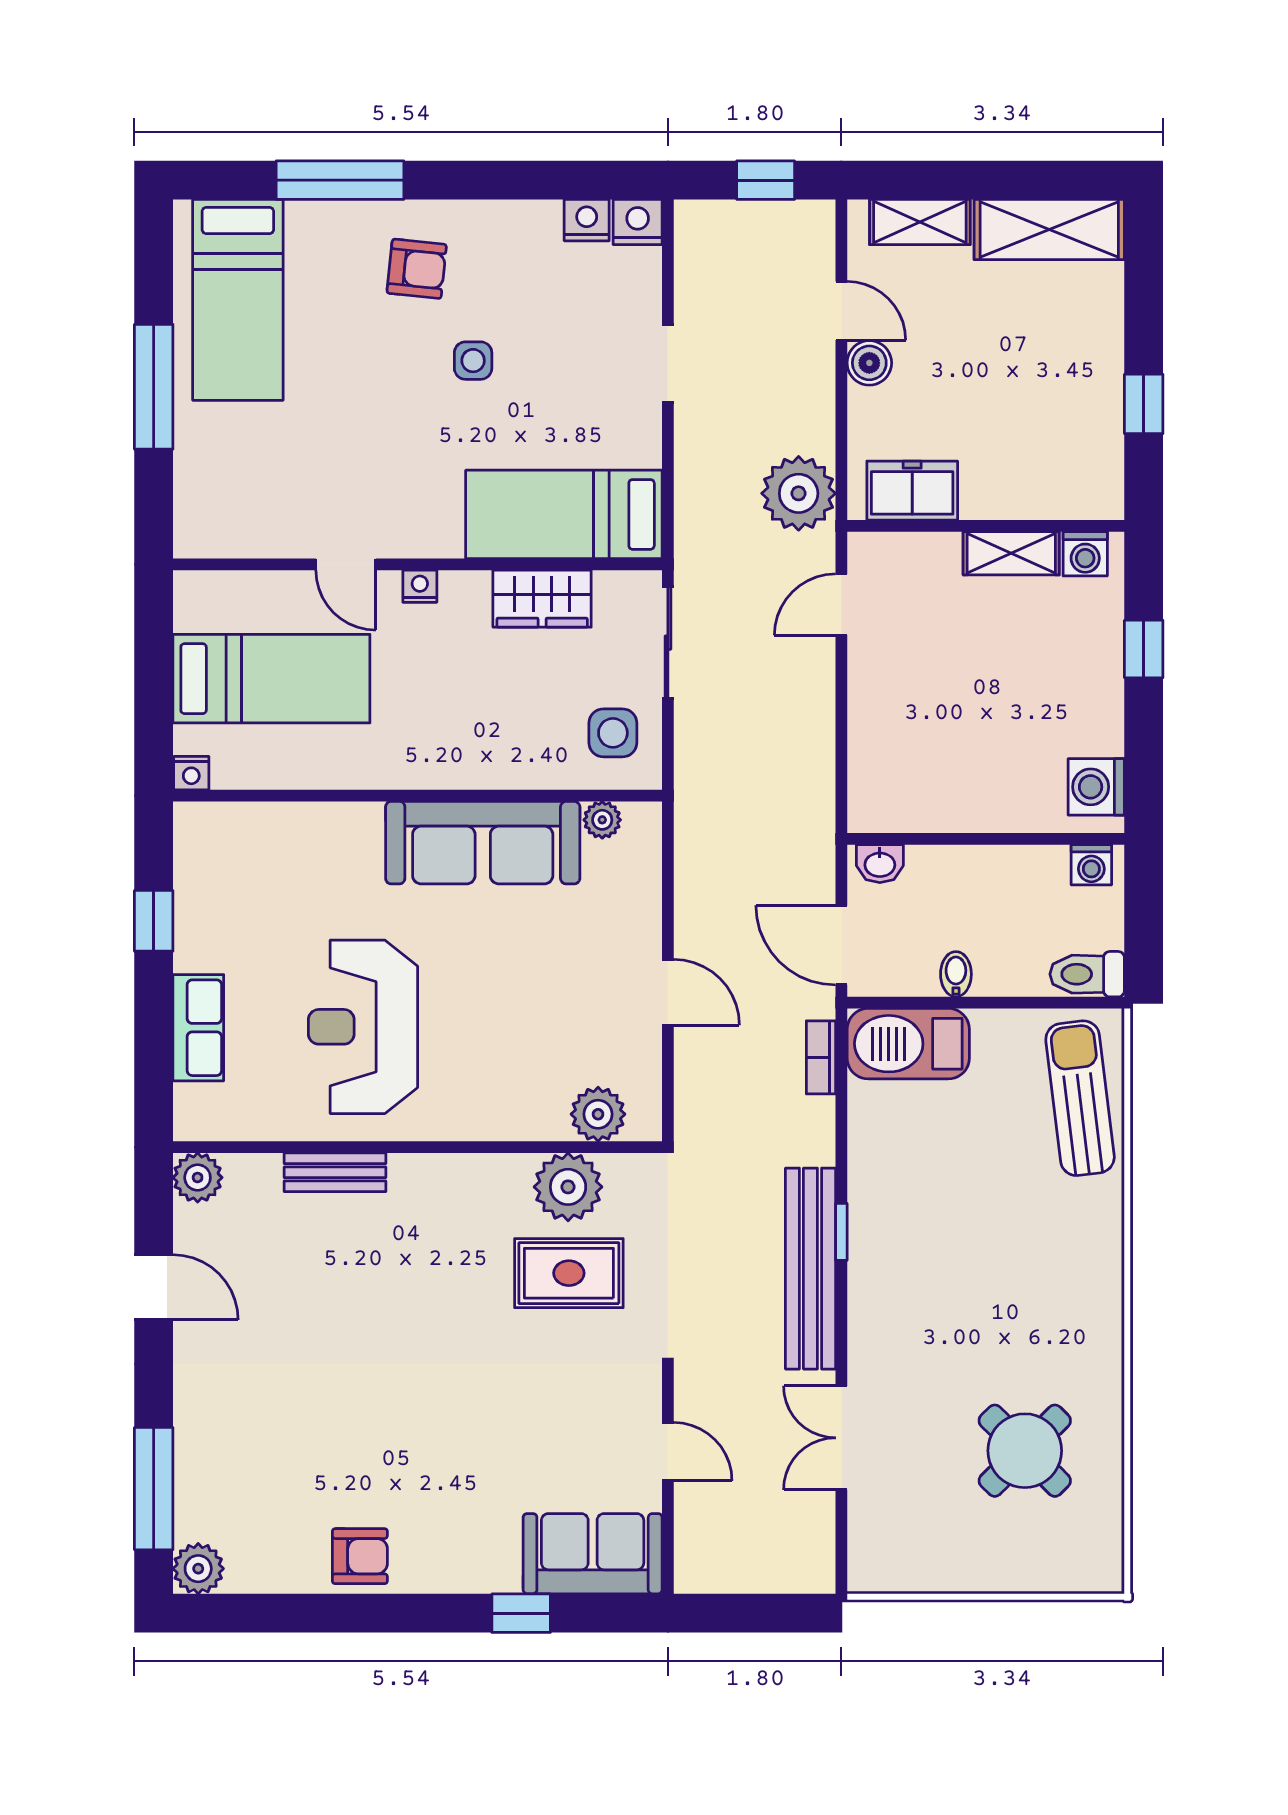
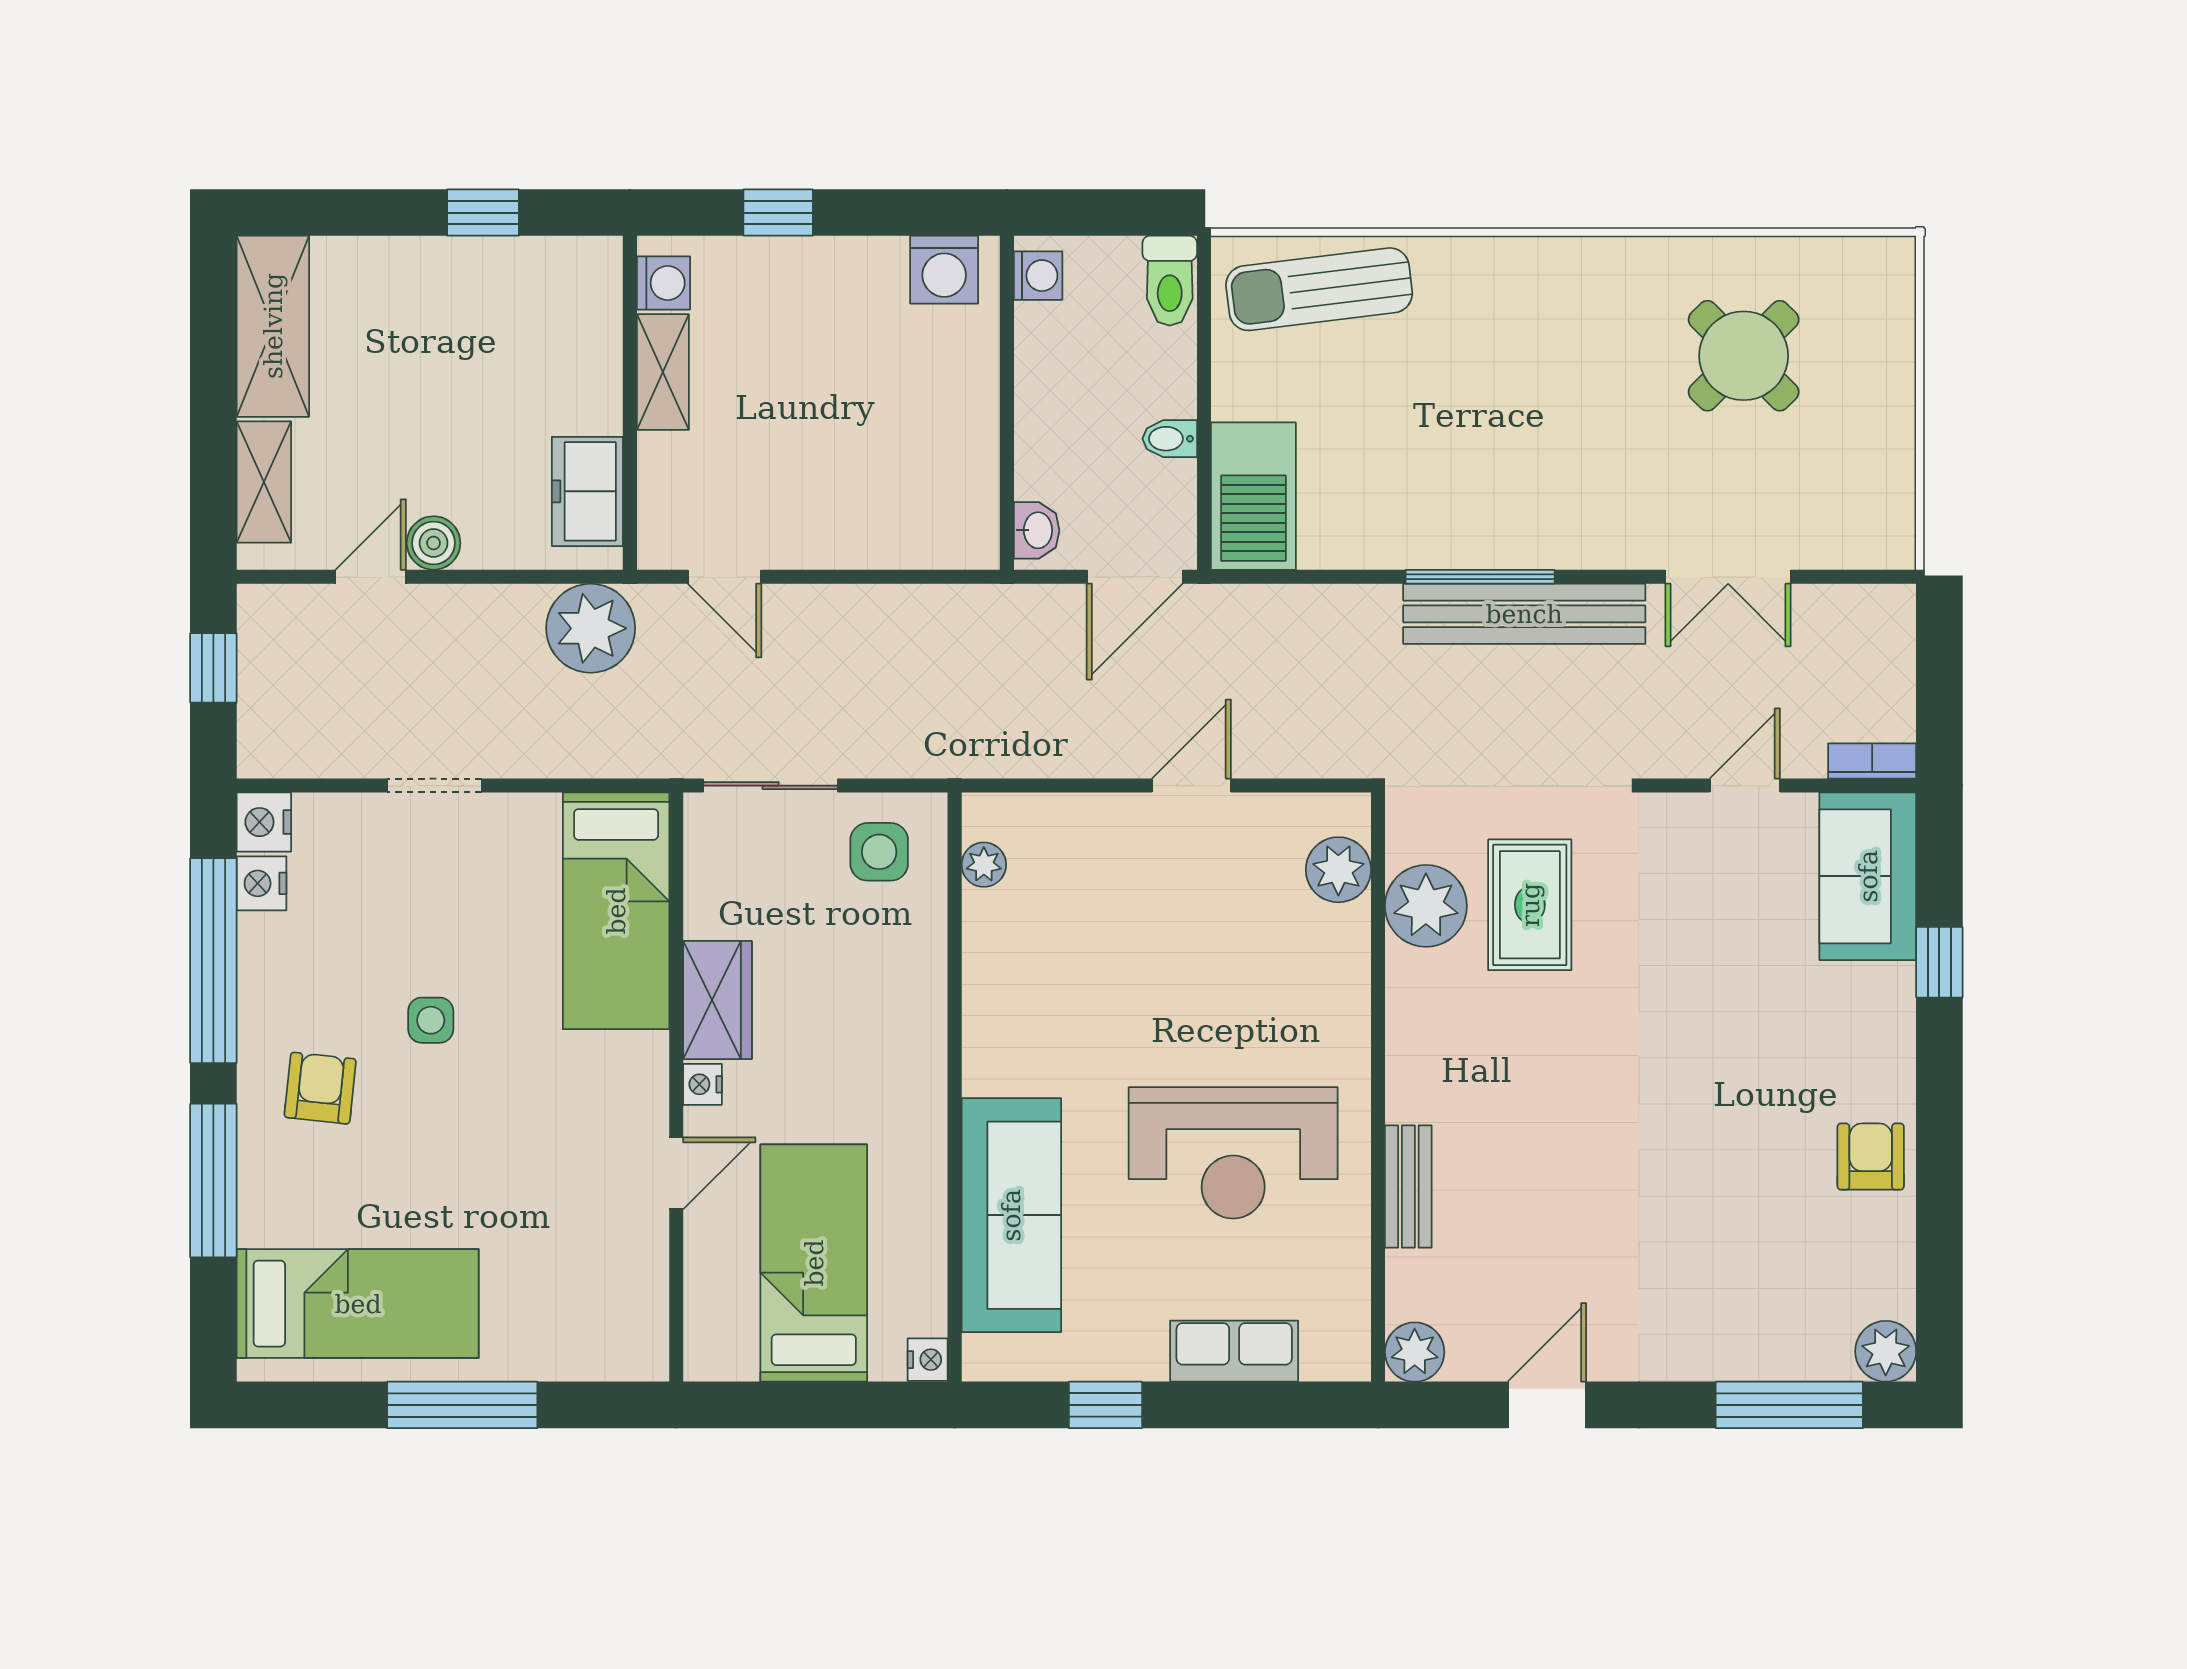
window: (523, 180) -> (213, 961), added
wardrobe: (542, 599) -> (717, 1000), moved
sofa: (483, 843) -> (1011, 1215), moved
bookcase: (821, 1057) -> (1872, 761), moved, turned 180
window: (841, 1232) -> (1480, 577), width x2.17

